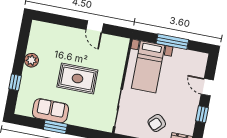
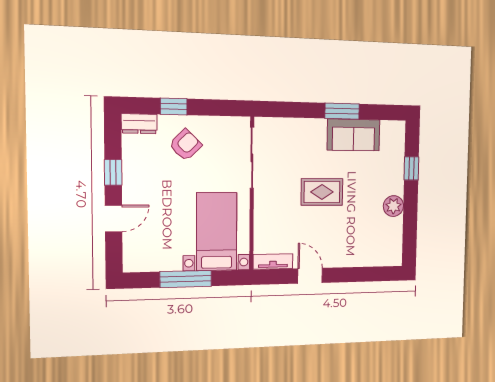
tv unit: (117, 41) -> (273, 261), added
rug: (77, 78) -> (322, 192), width x0.73, depth x0.70
door: (207, 87) -> (114, 218), hinge flipped

